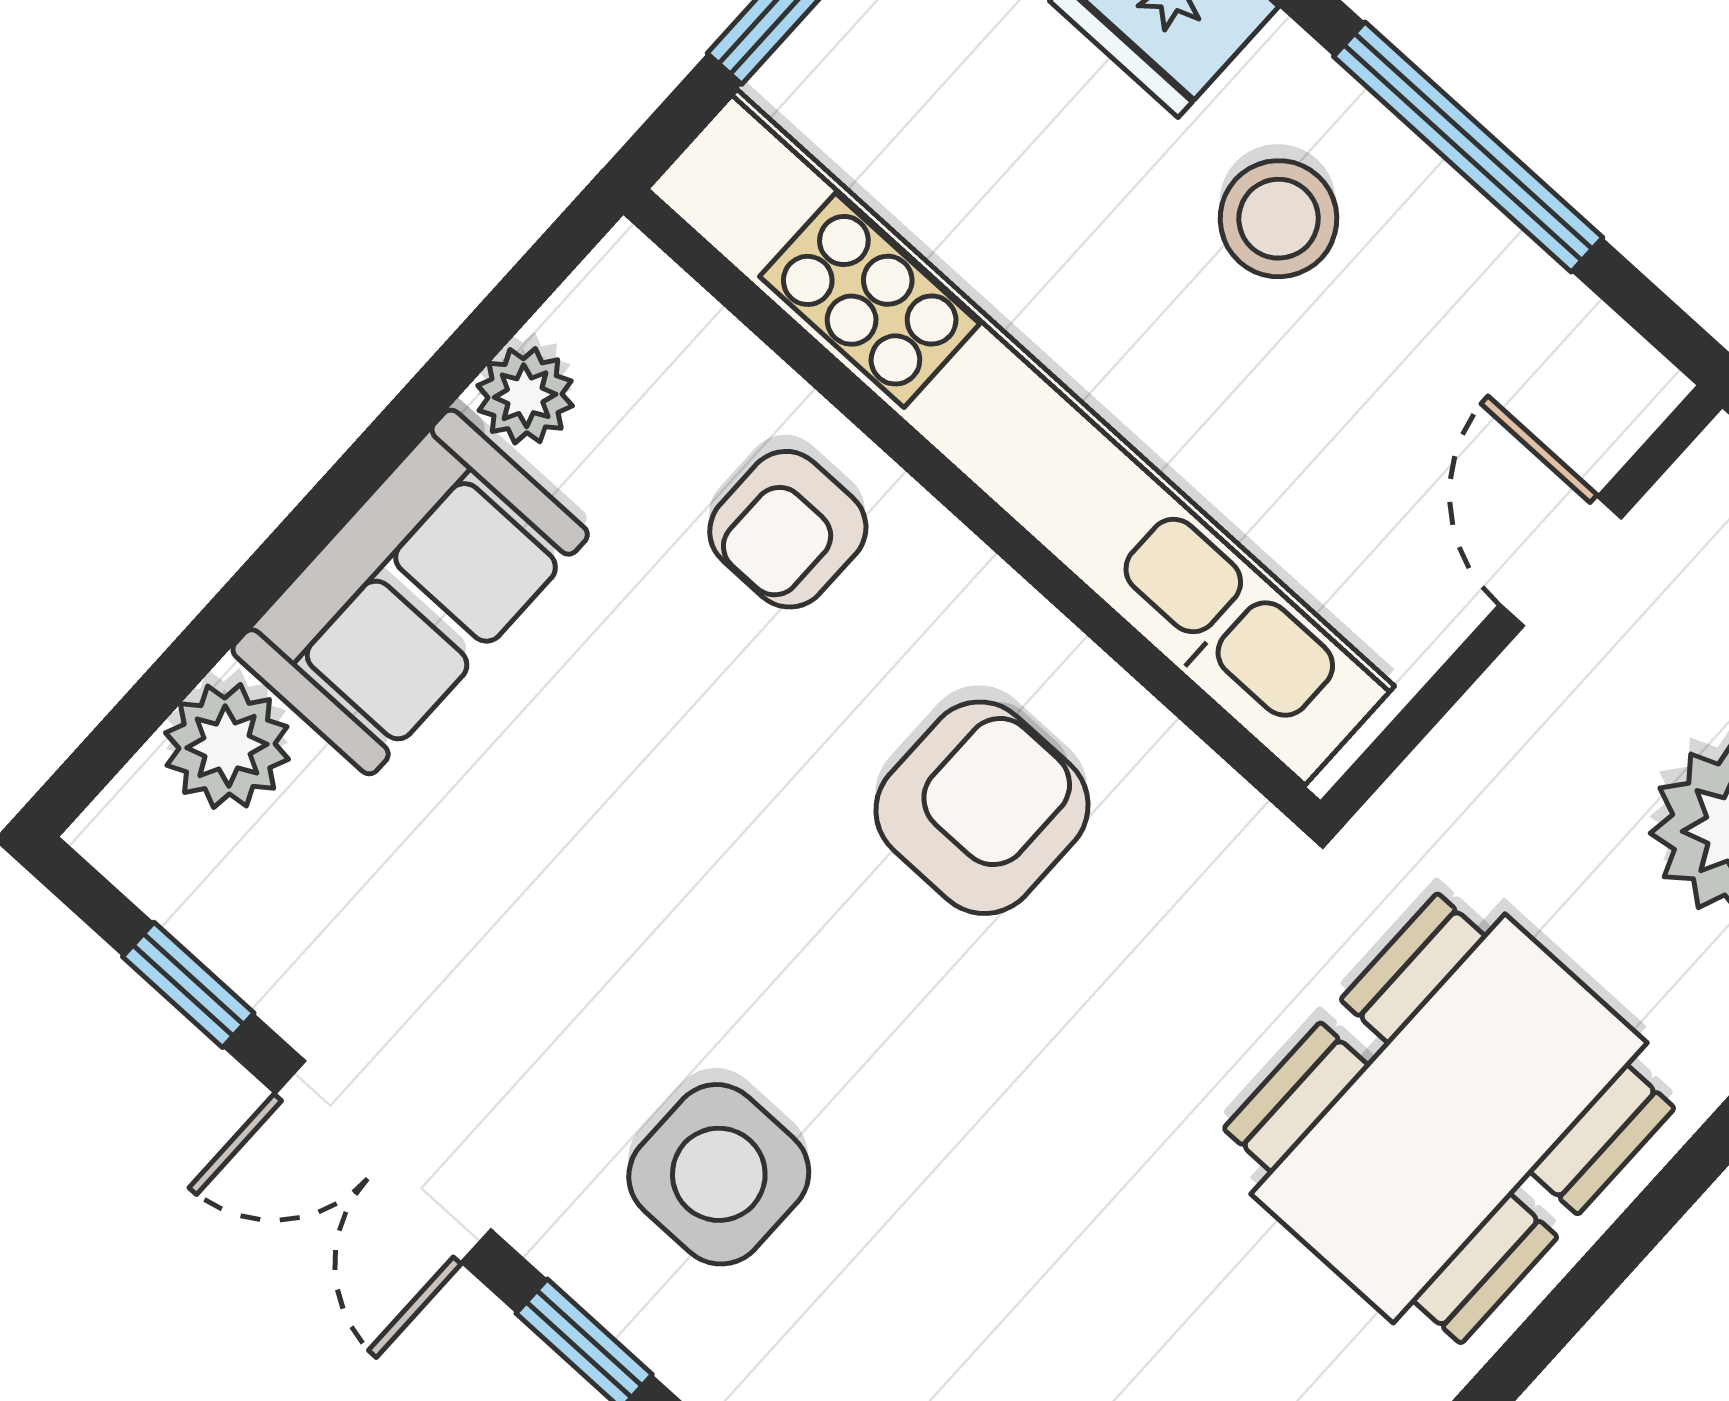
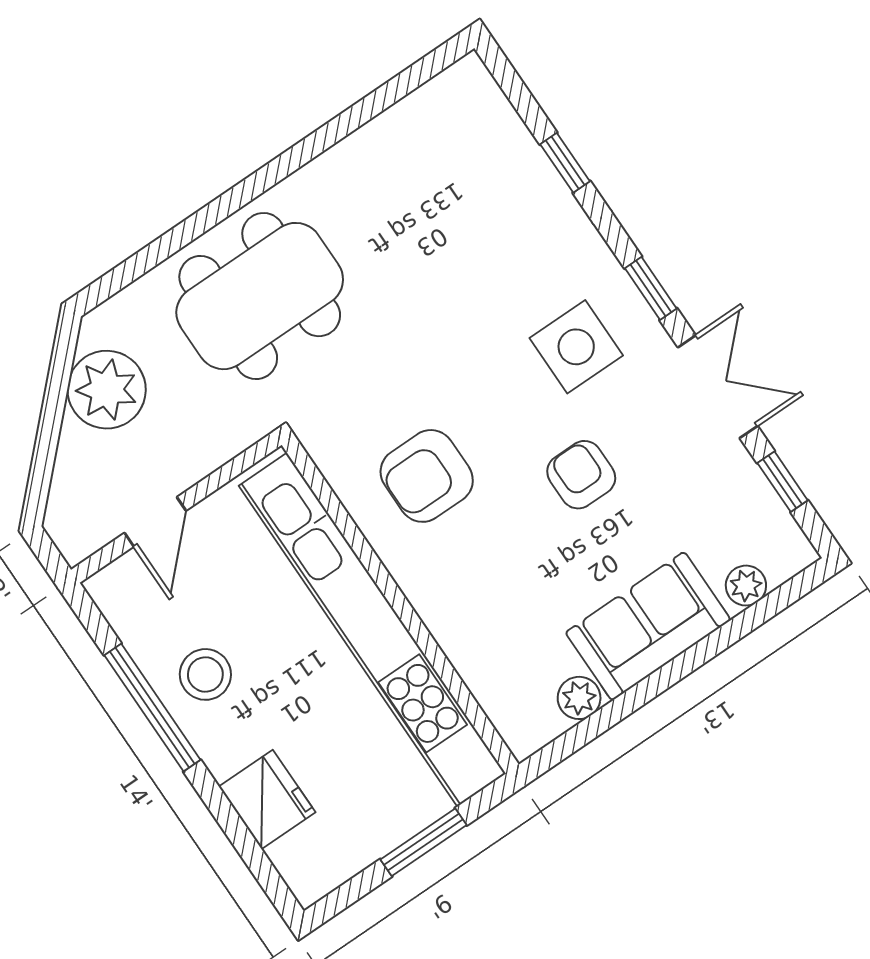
stool: (1279, 219) -> (205, 674), moved
armchair: (788, 529) -> (581, 475), moved, turned -90
plant: (227, 746) -> (746, 586), width x0.73, depth x0.73

